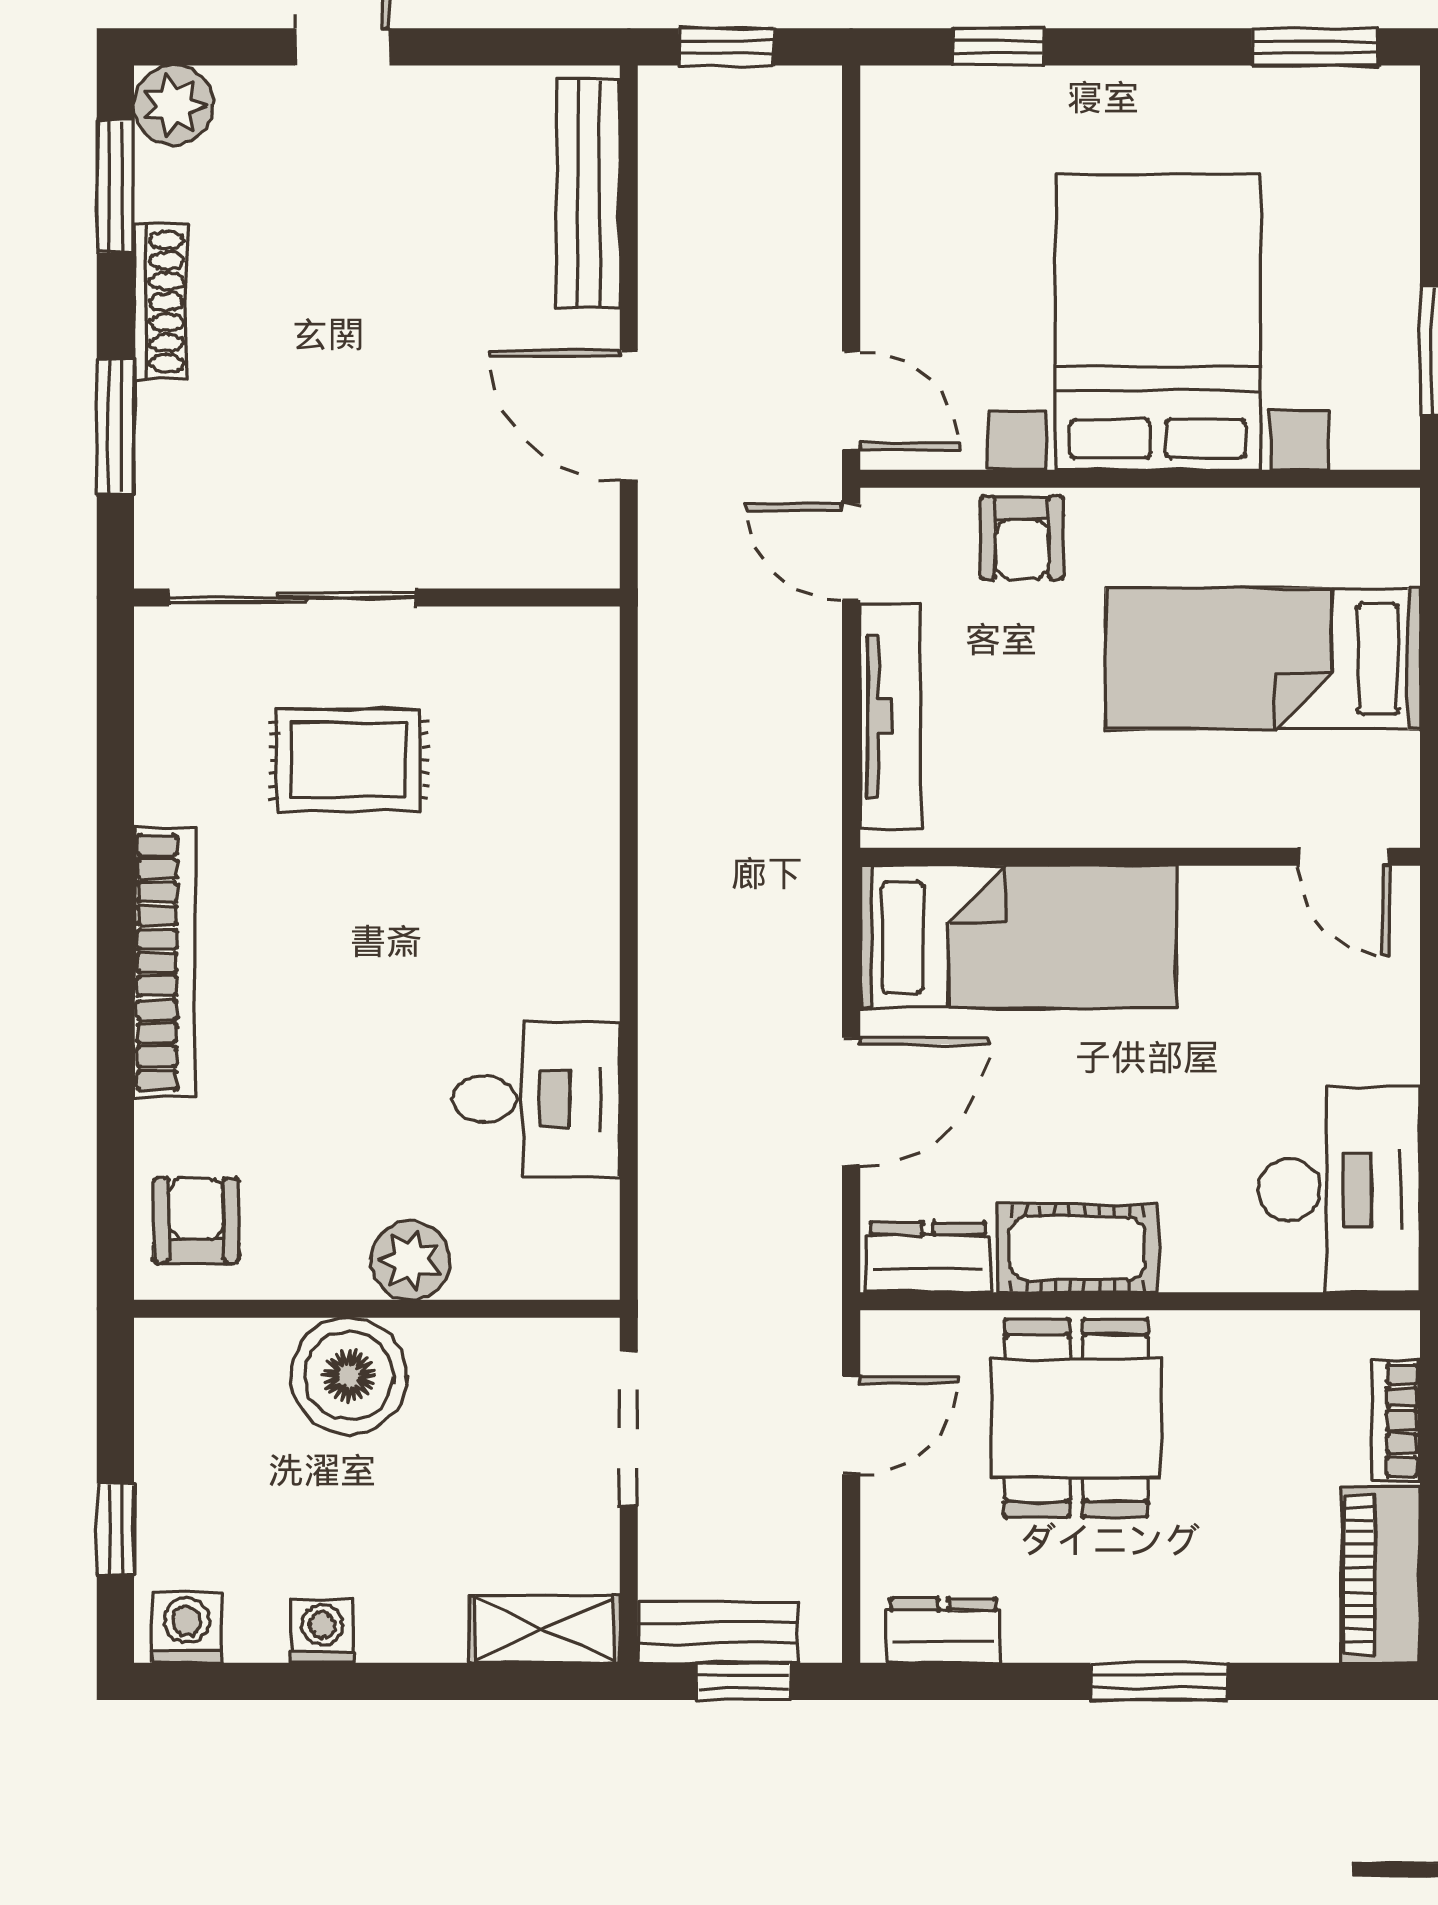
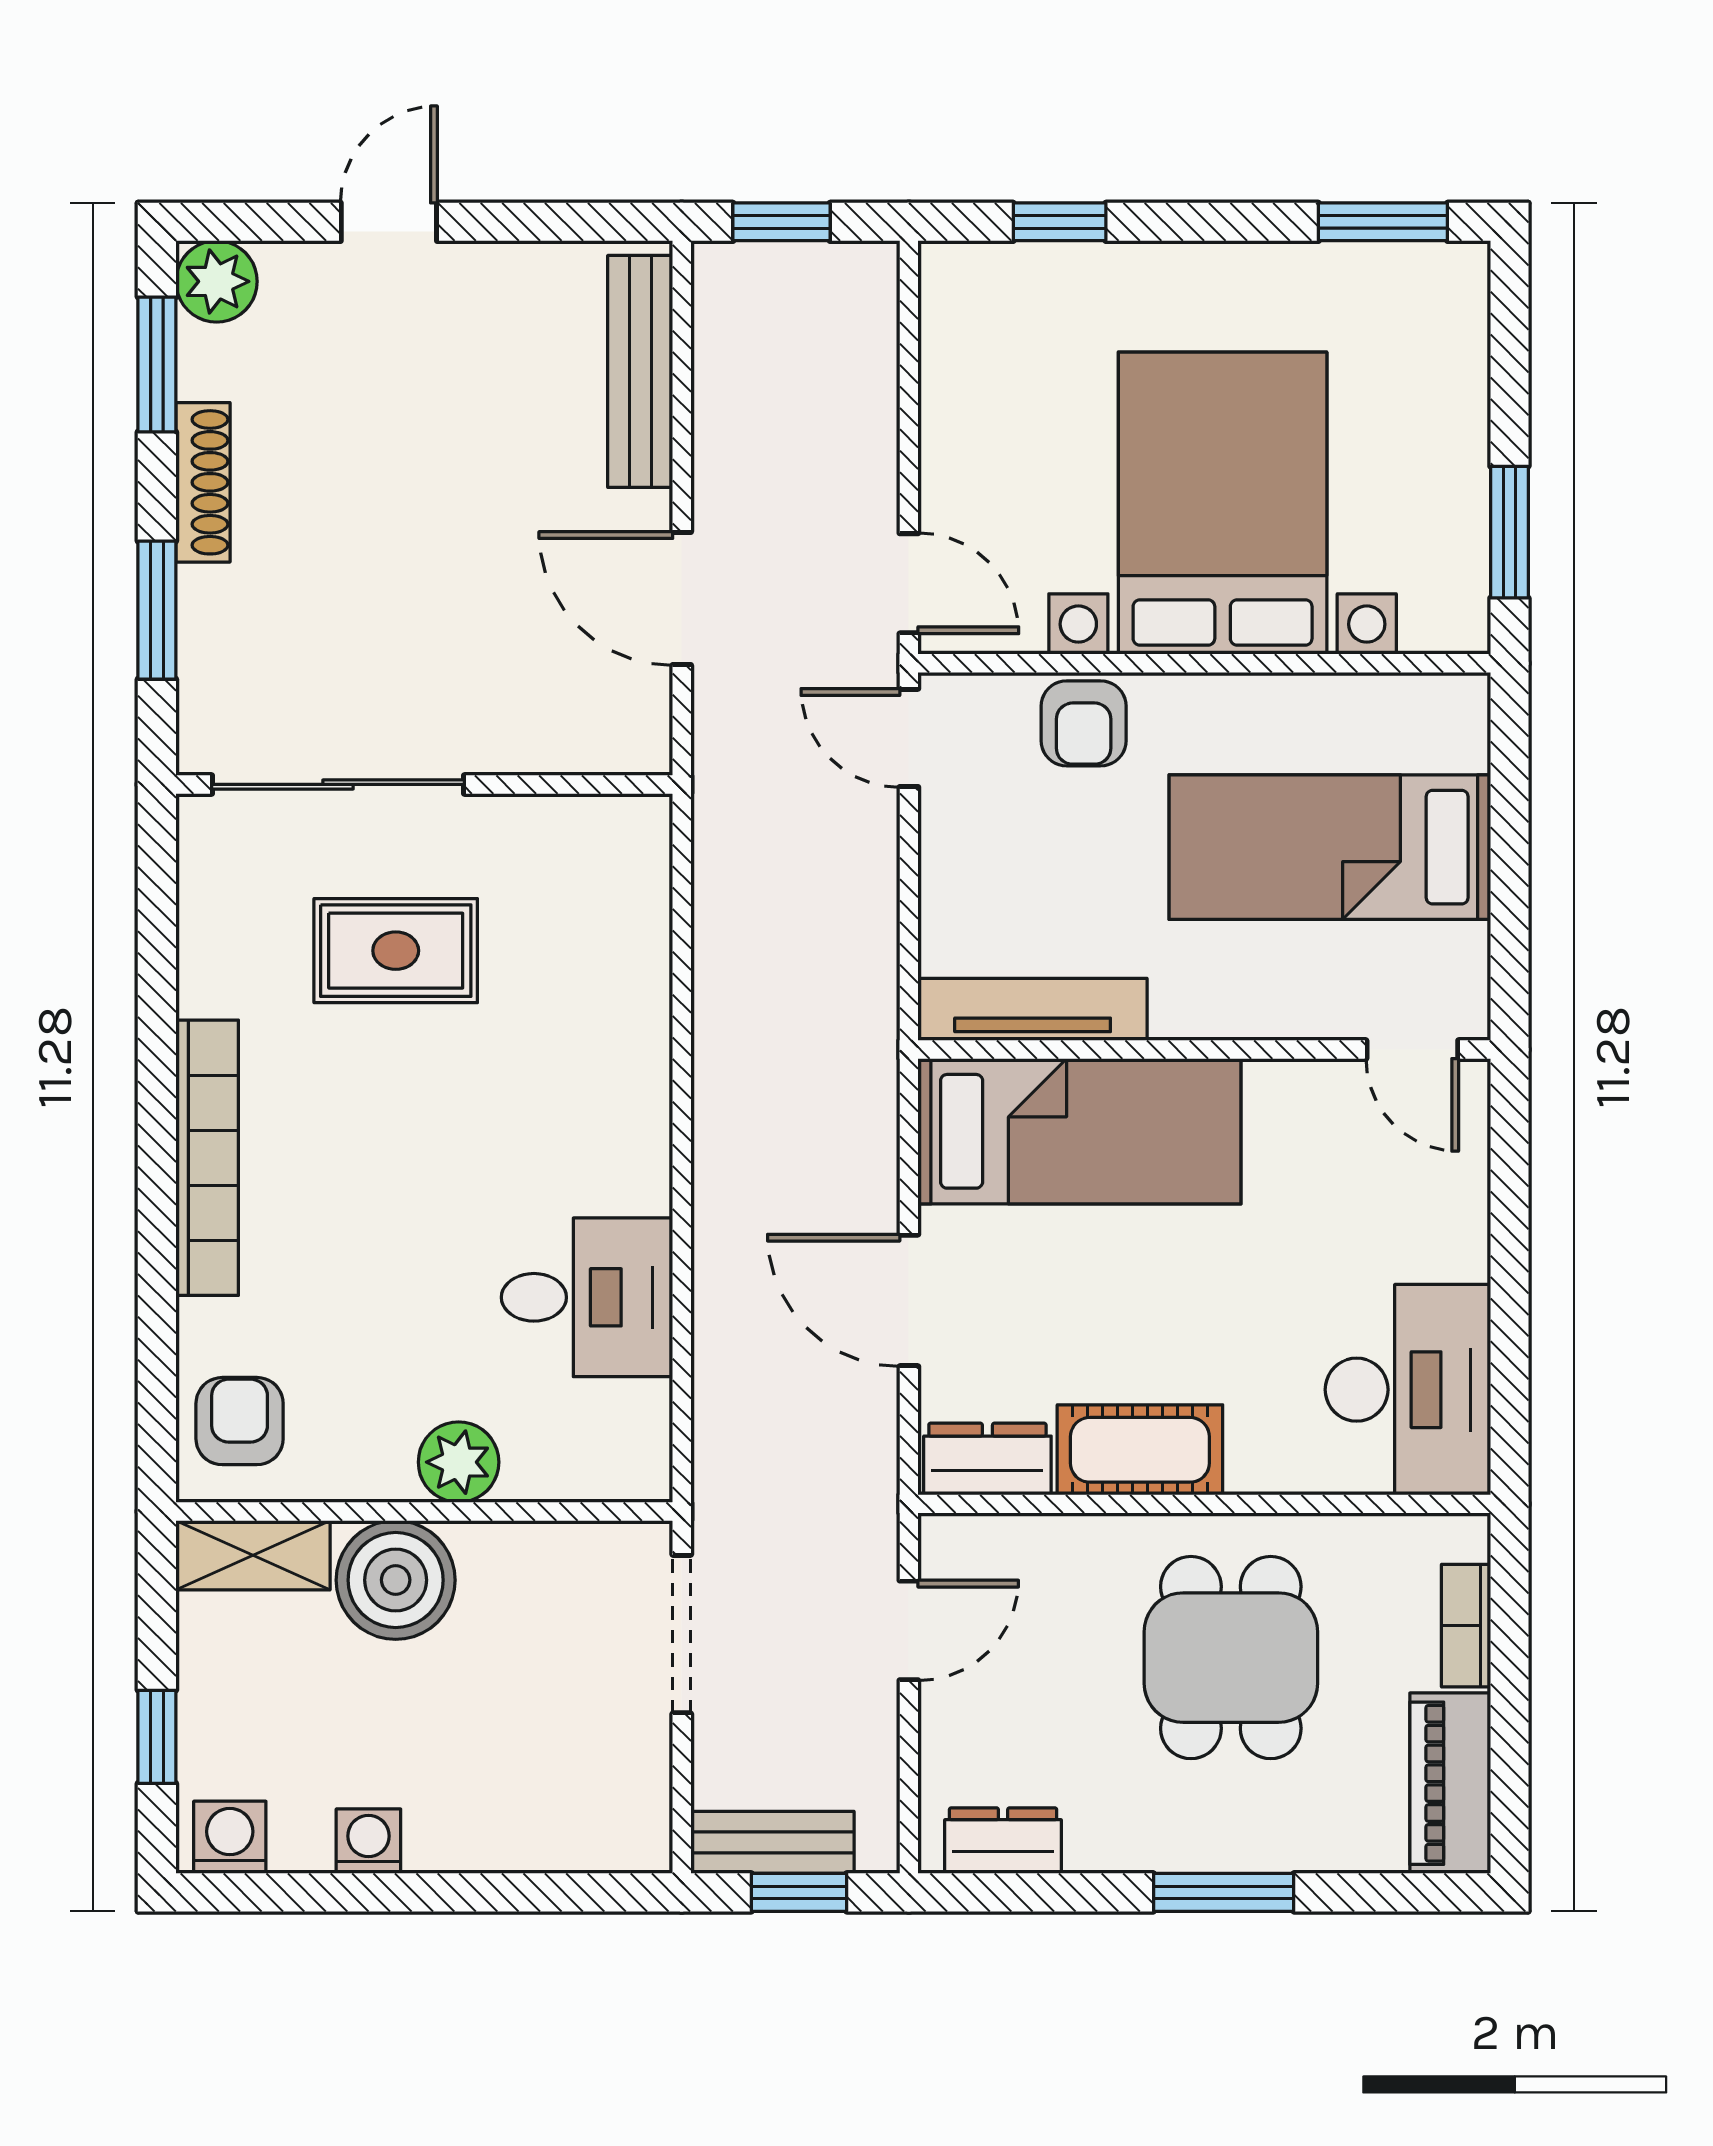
tv unit: (890, 716) -> (1033, 1009), moved, turned -90
door: (851, 1102) -> (909, 1300), swing flipped
dining table: (1076, 1418) -> (1231, 1658), moved
shelving: (544, 1629) -> (253, 1555), moved

